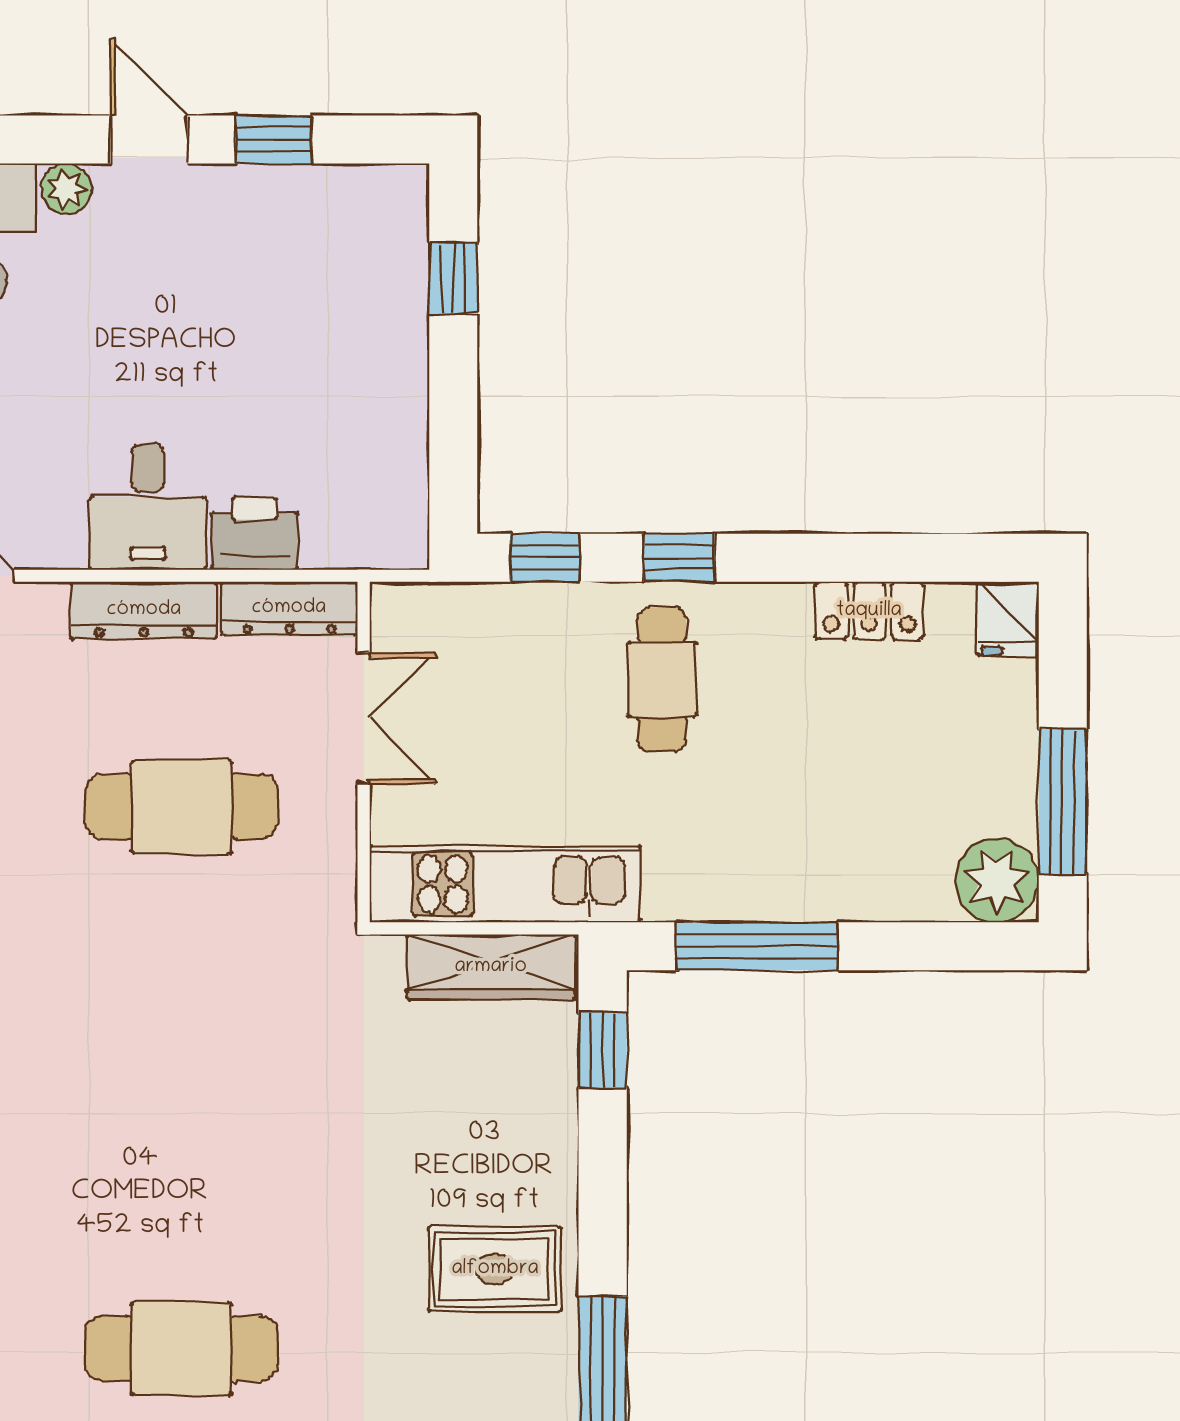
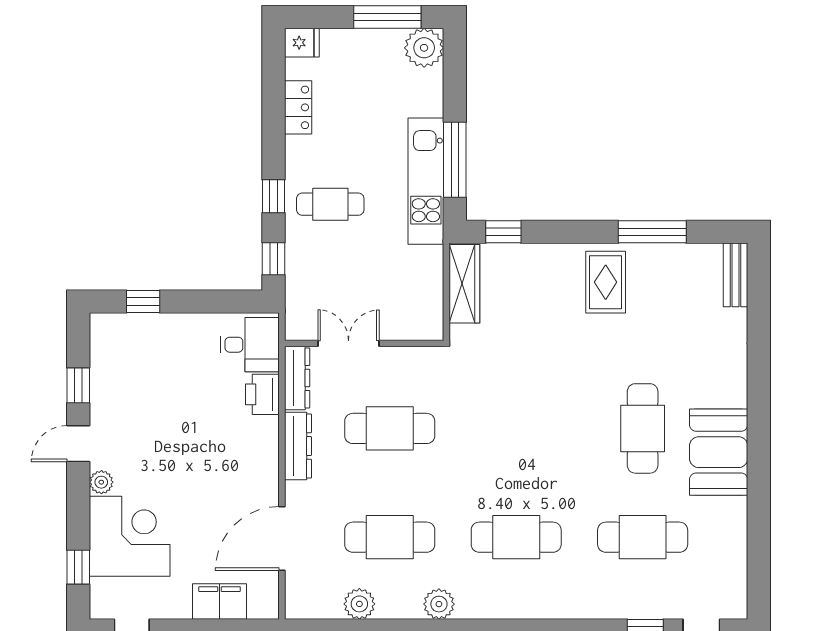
desk: (148, 507) -> (250, 345), moved
cafe table: (181, 807) -> (390, 428), turned 90
kitchen unit: (505, 884) -> (426, 181), moved

